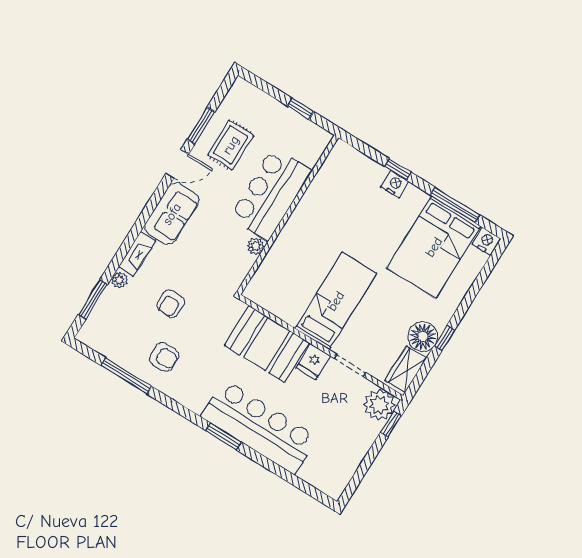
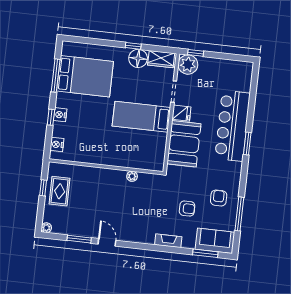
rug: (231, 145) -> (60, 191), moved, turned 90
bar counter: (271, 194) -> (99, 182), removed
sofa: (172, 214) -> (215, 241), moved
nightstand: (486, 241) -> (57, 144), moved
plant: (120, 280) -> (46, 228), moved

